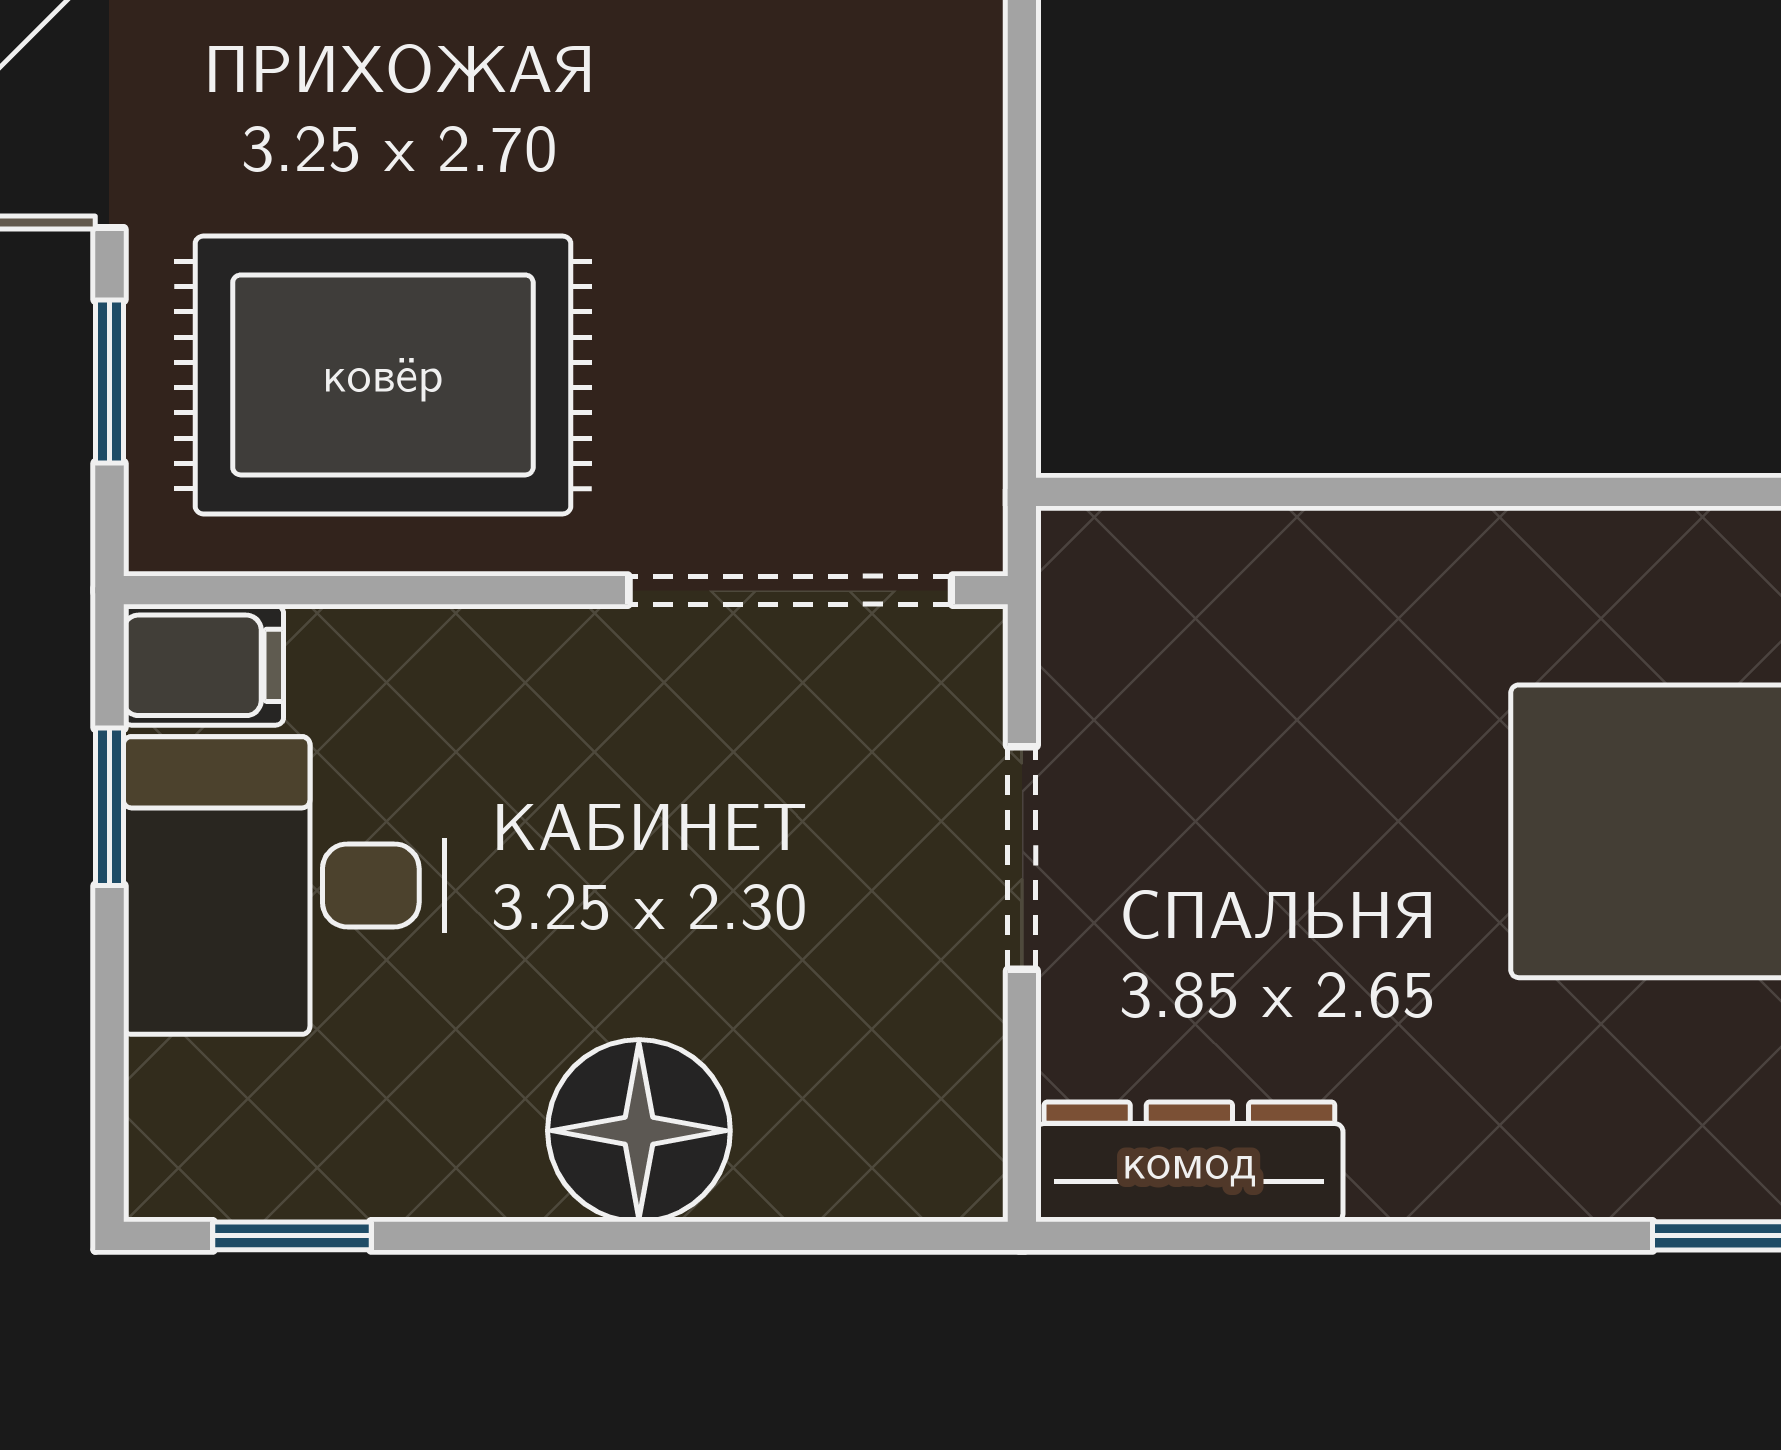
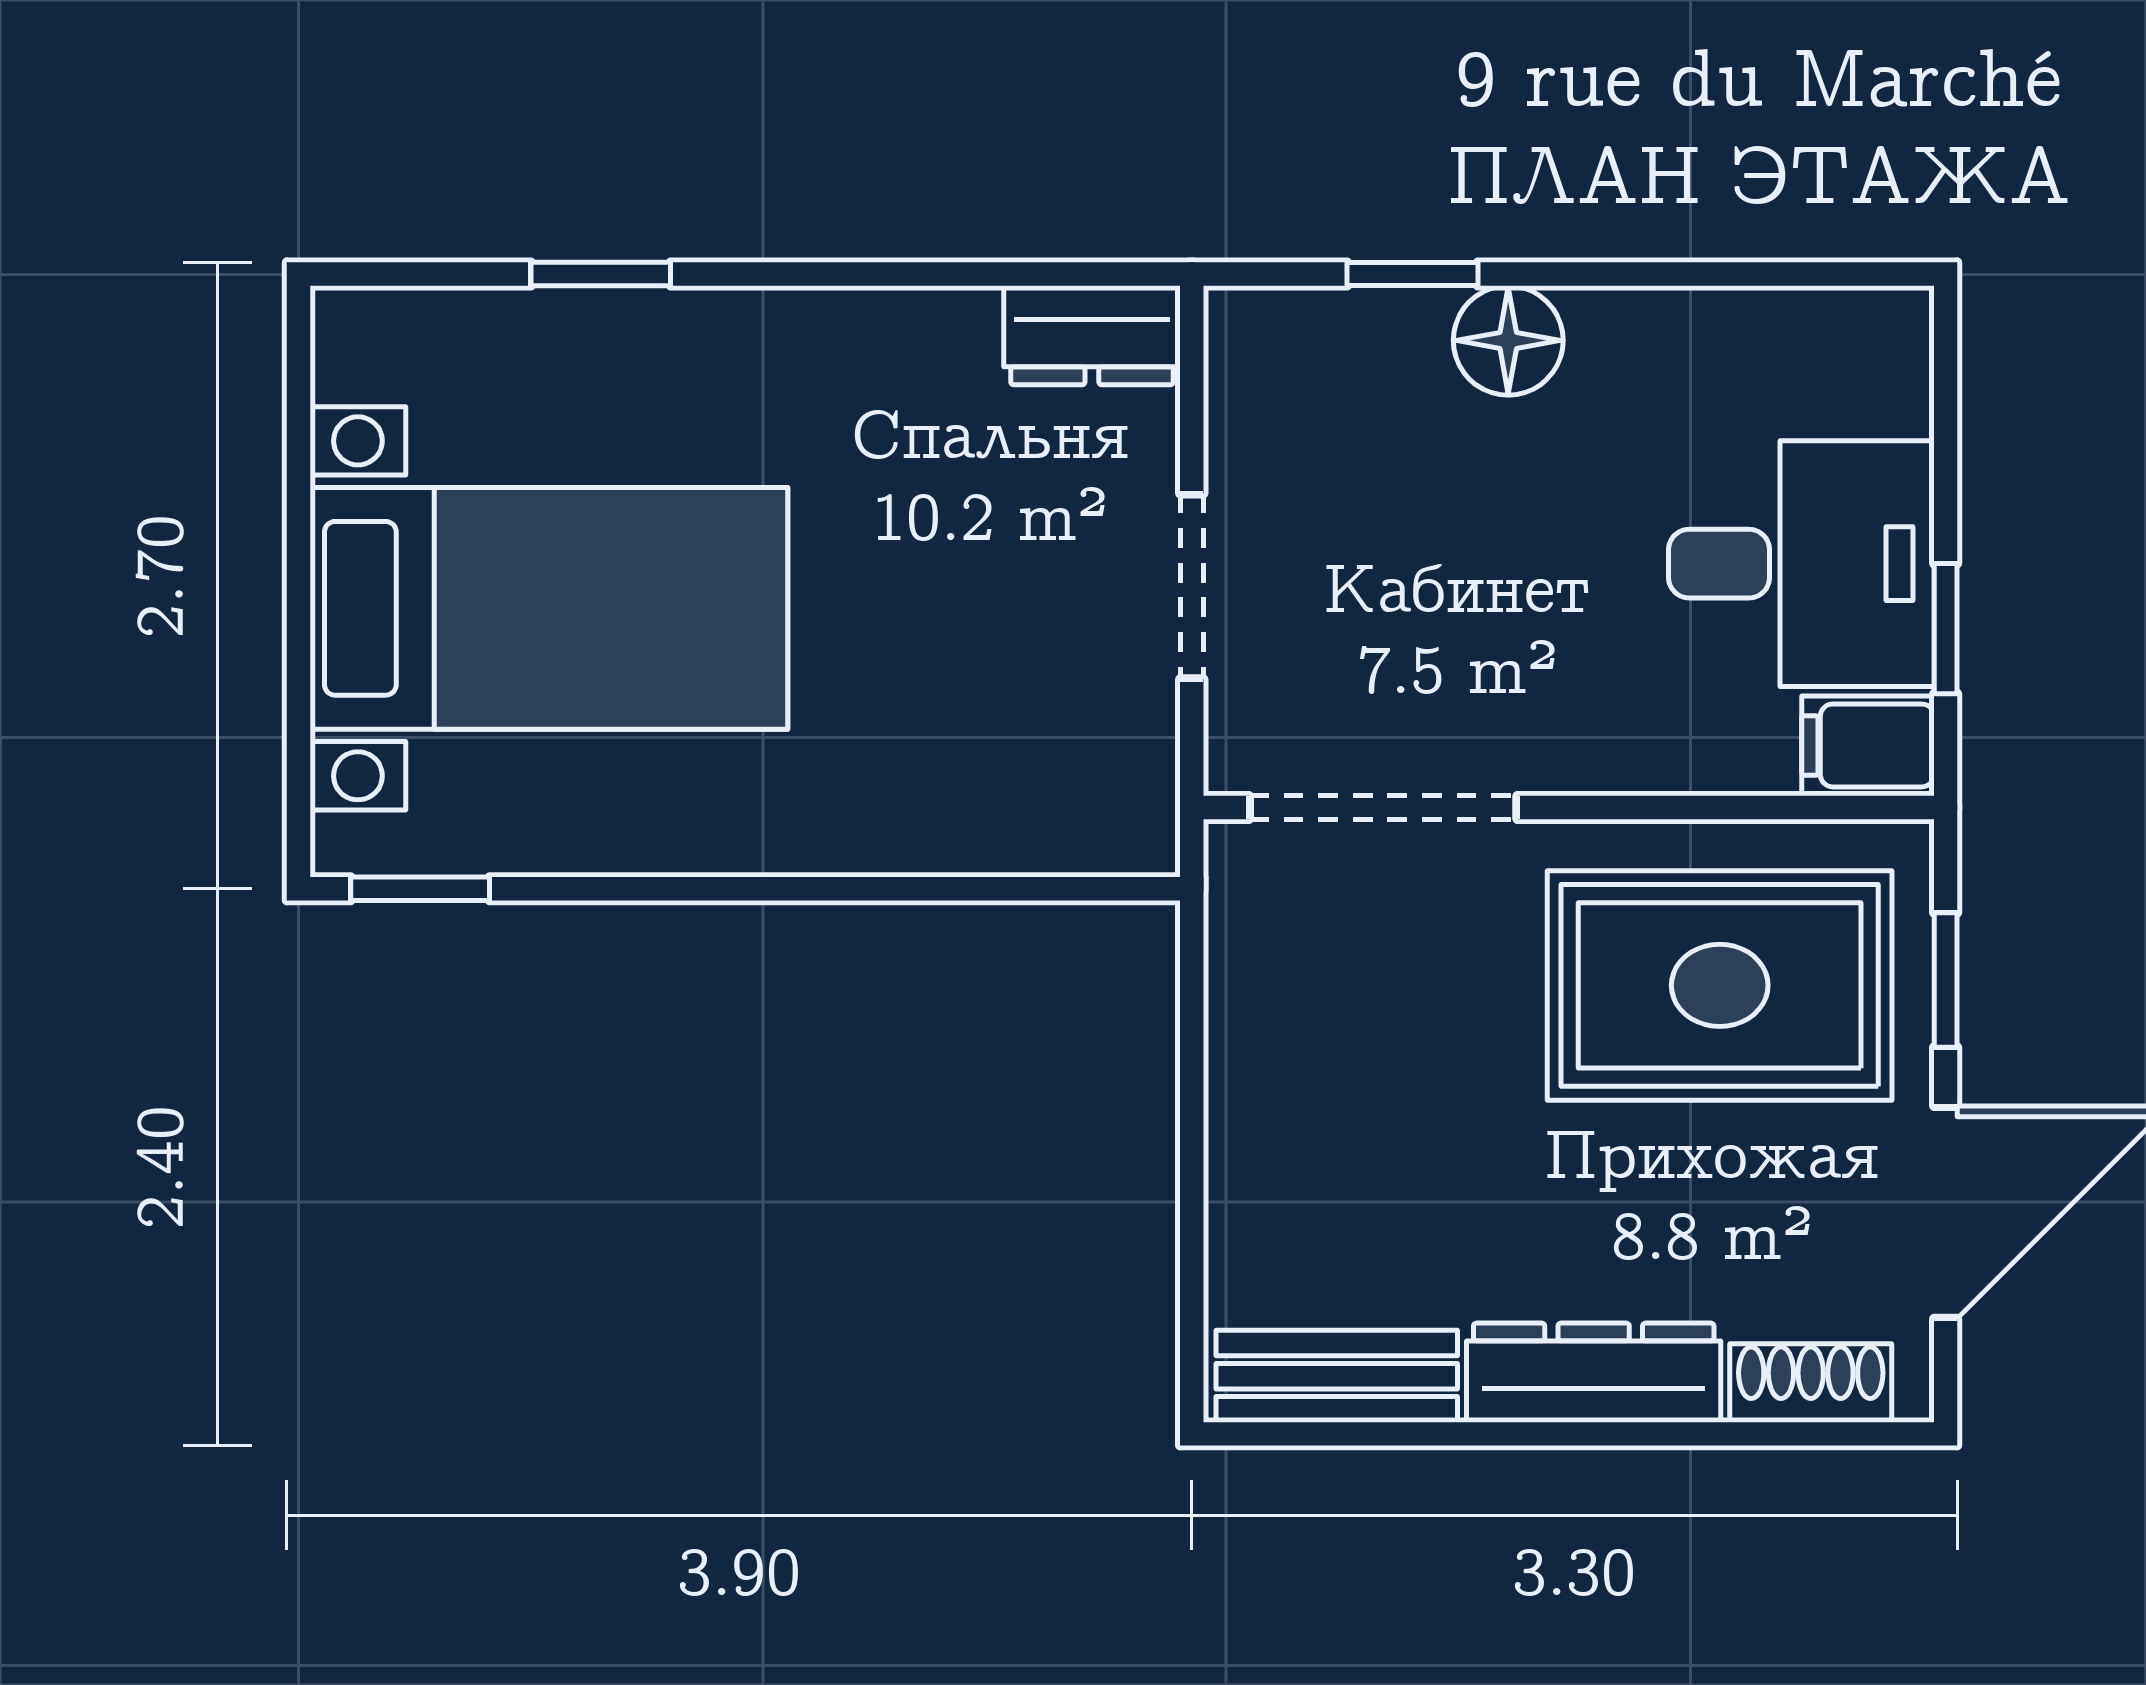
floor lamp: (639, 1131) -> (1508, 340), width x0.73, depth x0.73
dresser: (1189, 1162) -> (1092, 335), width x0.70
window: (292, 1236) -> (1412, 274), moved

